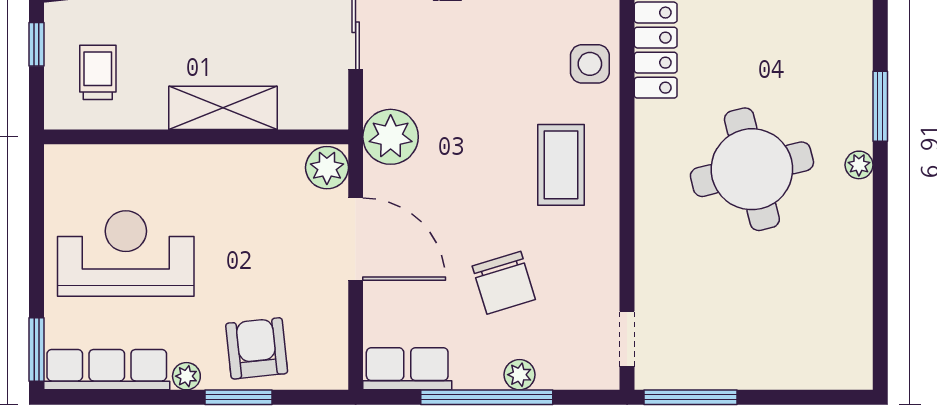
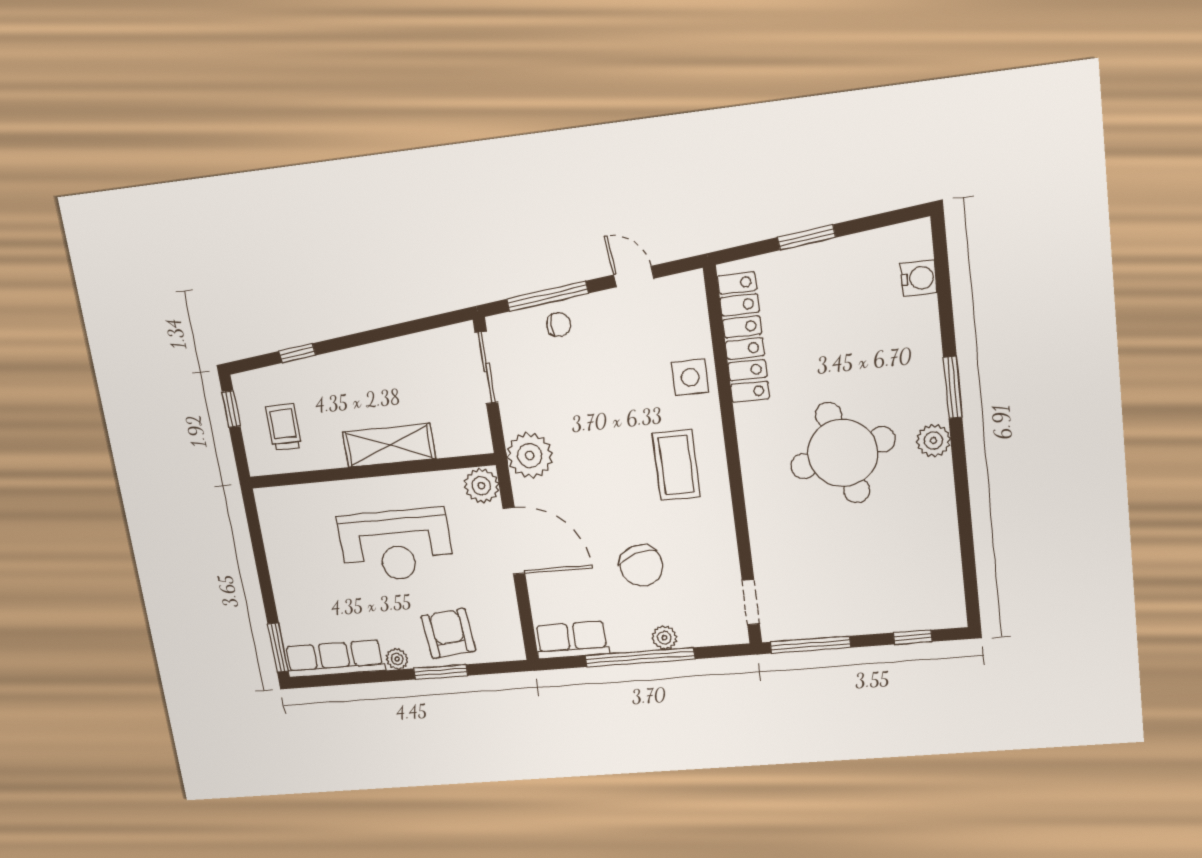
plant: (859, 165) -> (933, 441), width x1.38, depth x1.38
reception desk: (126, 253) -> (396, 545), moved, turned 180
window: (809, 397) -> (913, 637), added

